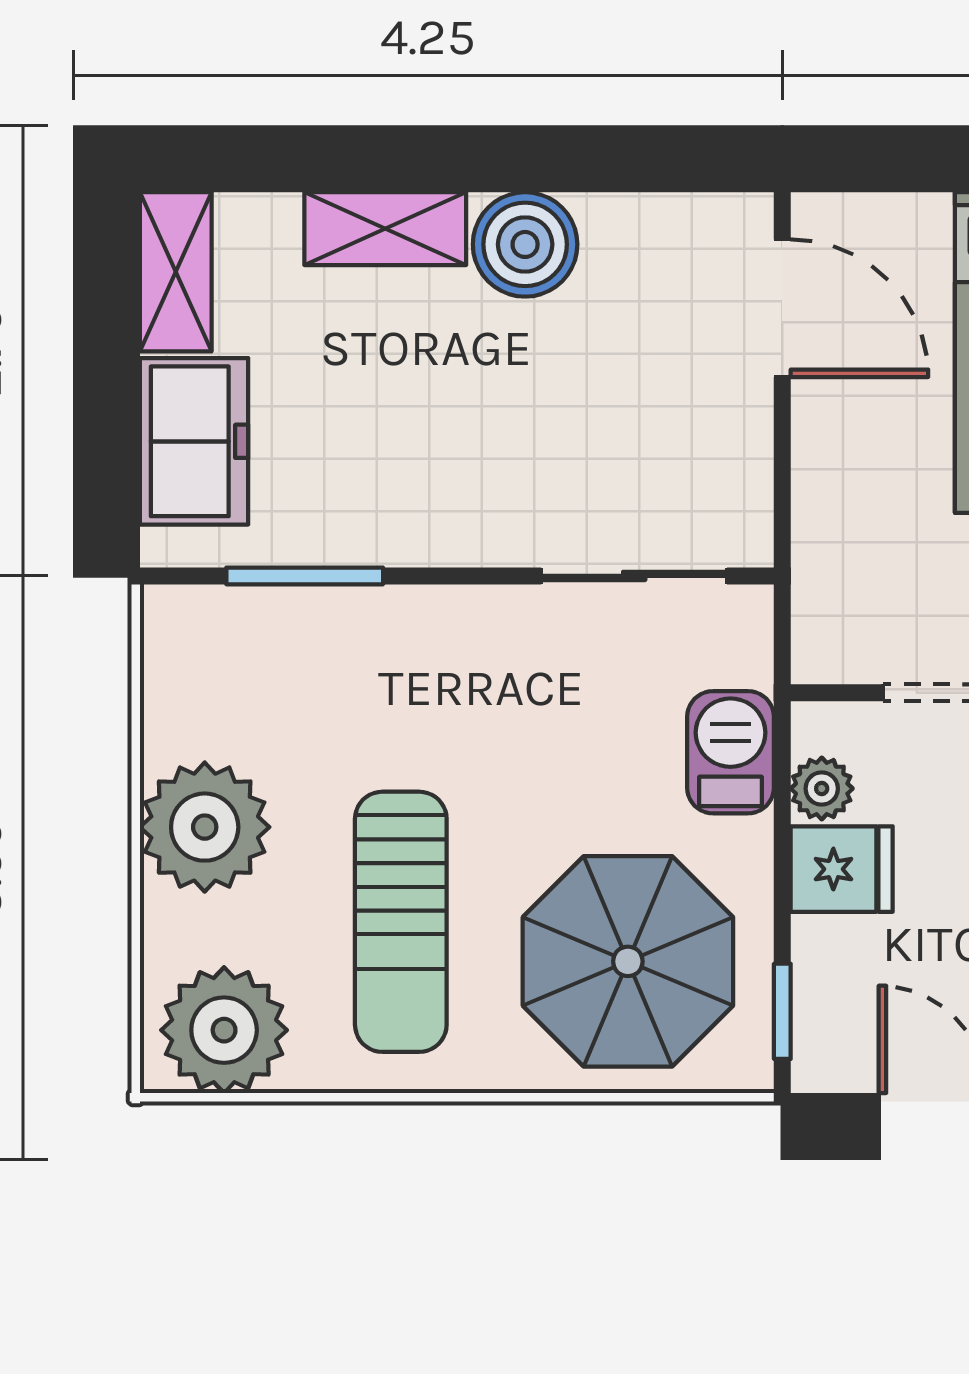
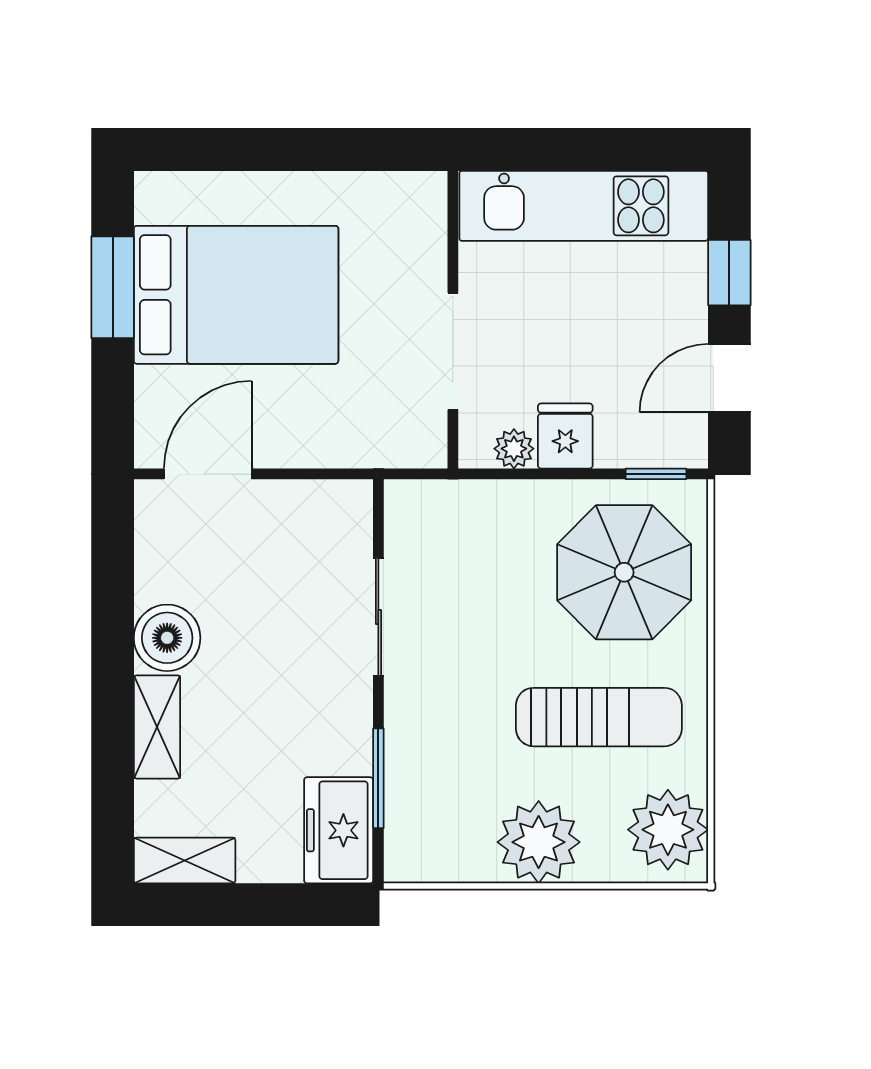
freezer: (194, 441) -> (339, 830), moved, turned -90
sliding door: (634, 576) -> (378, 617), moved
barbecue: (730, 752) -> (491, 507), removed

